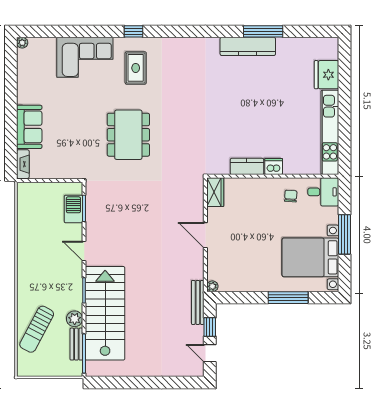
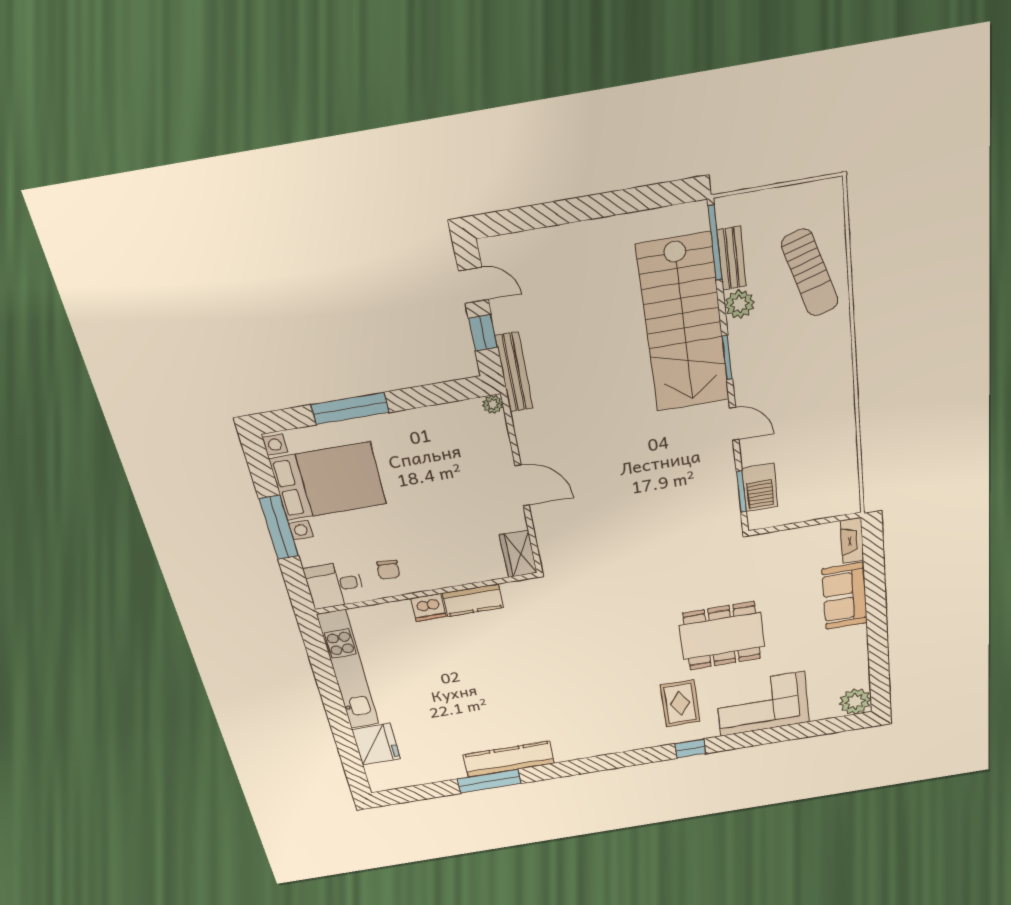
plant: (22, 43) -> (855, 701), width x1.87, depth x1.87
dining table: (128, 135) -> (722, 636), moved, turned 90
sun lounger: (37, 329) -> (810, 273), turned 135

